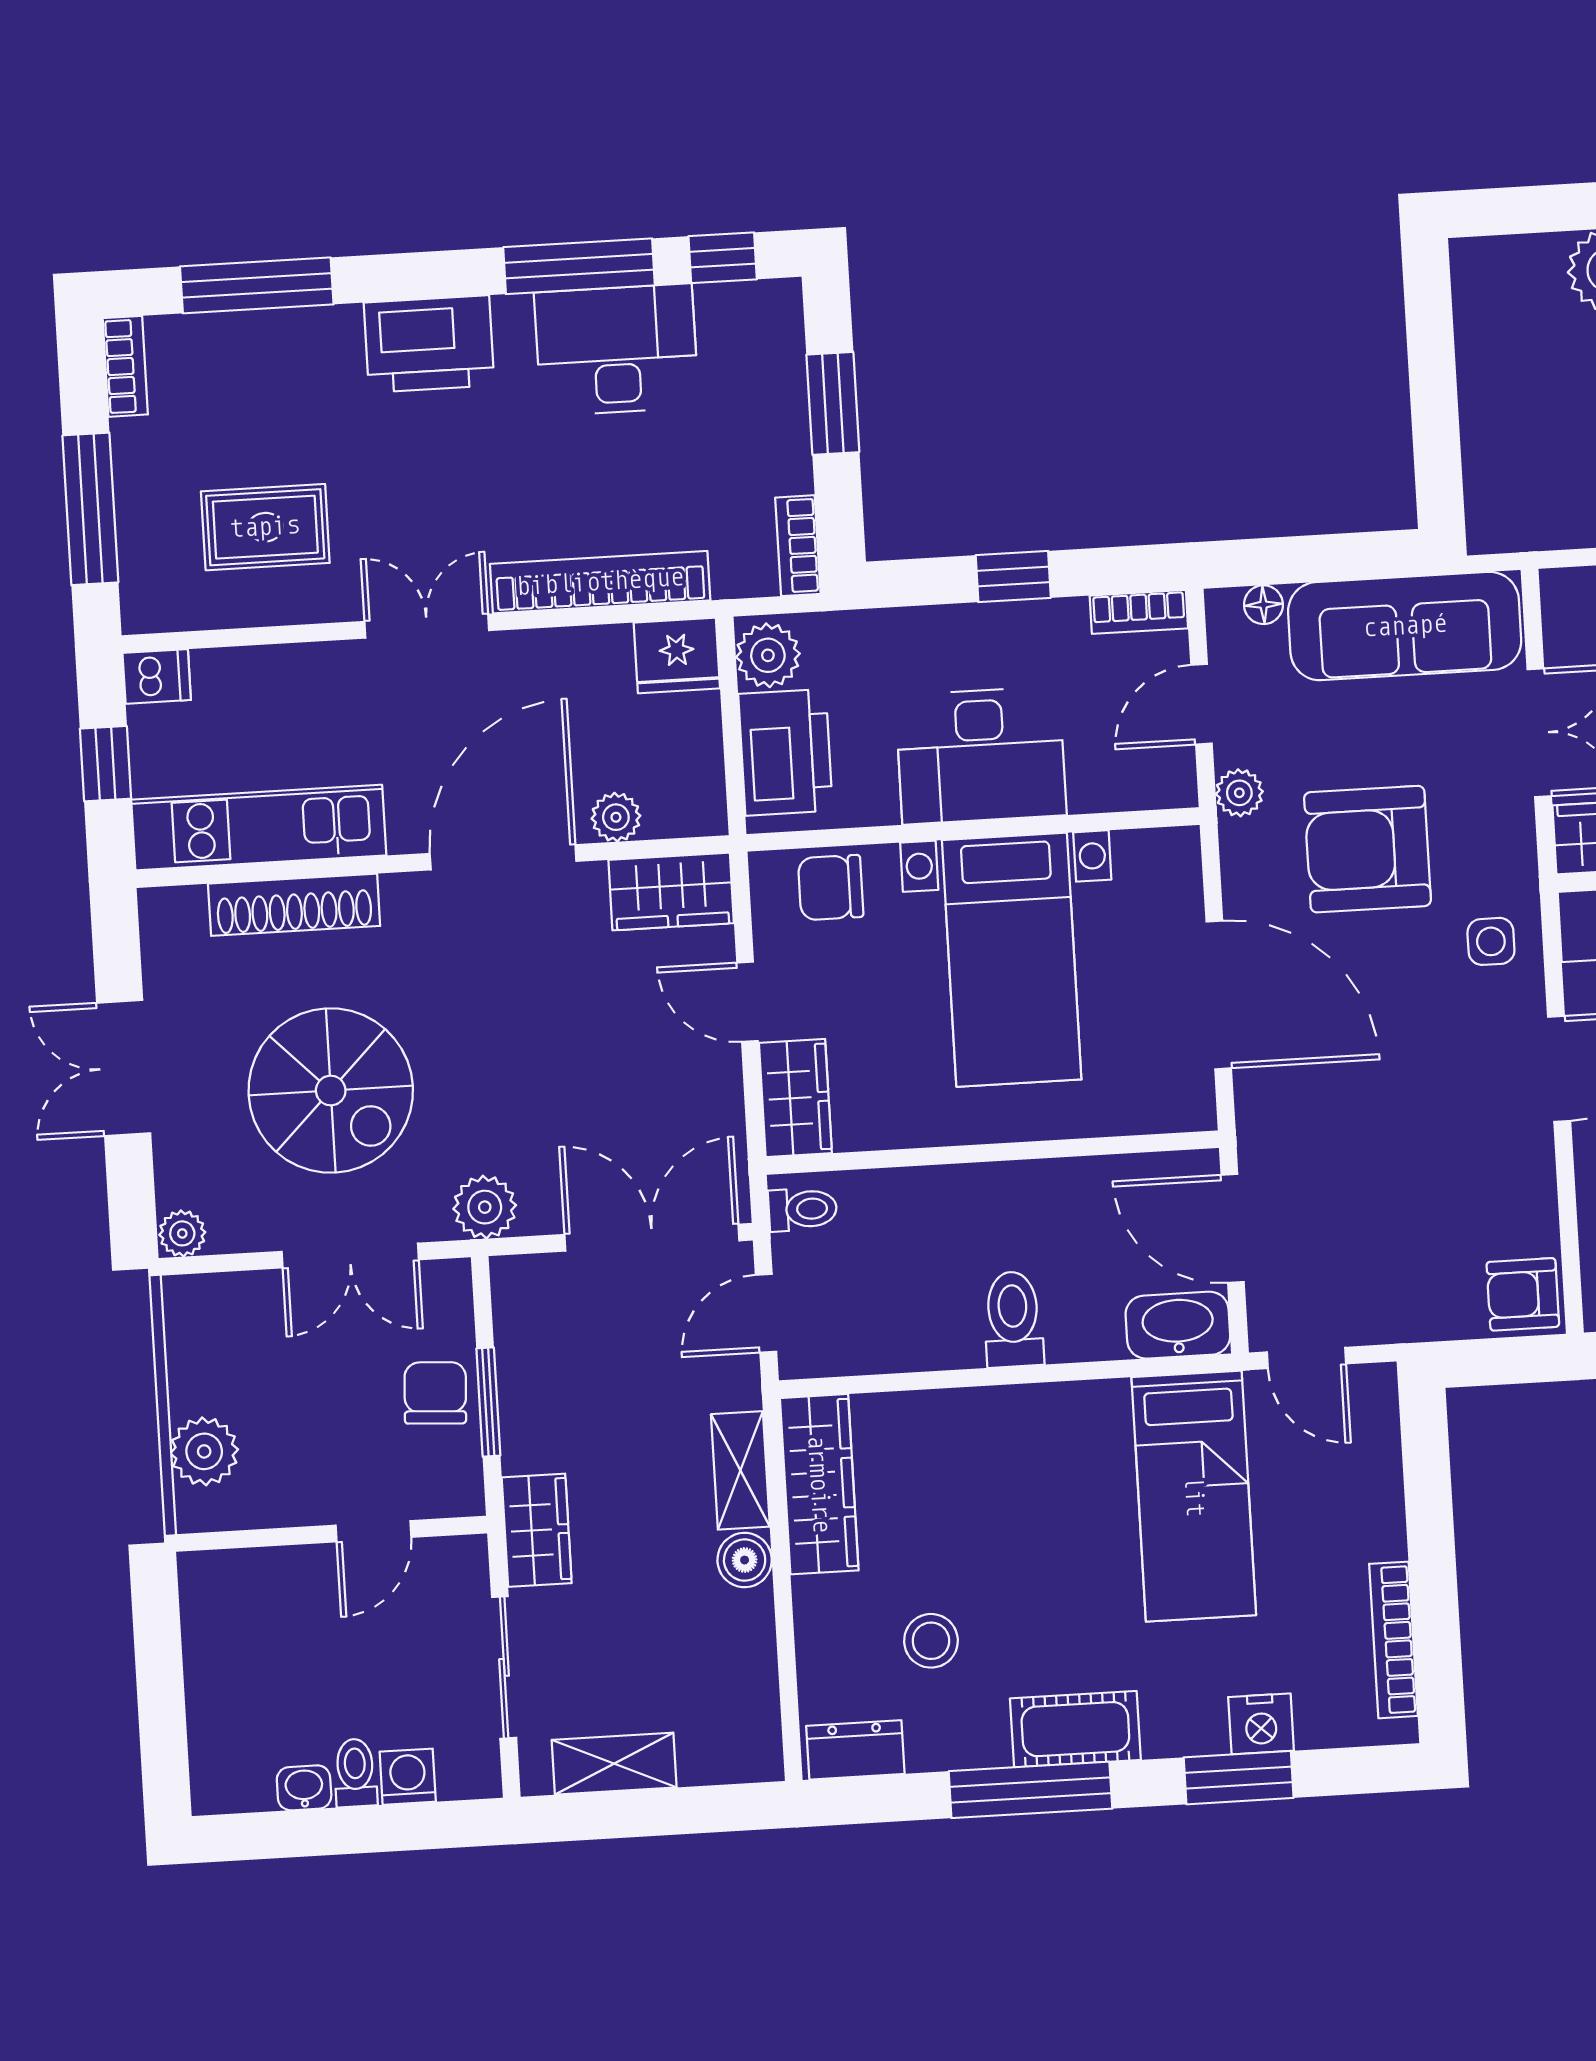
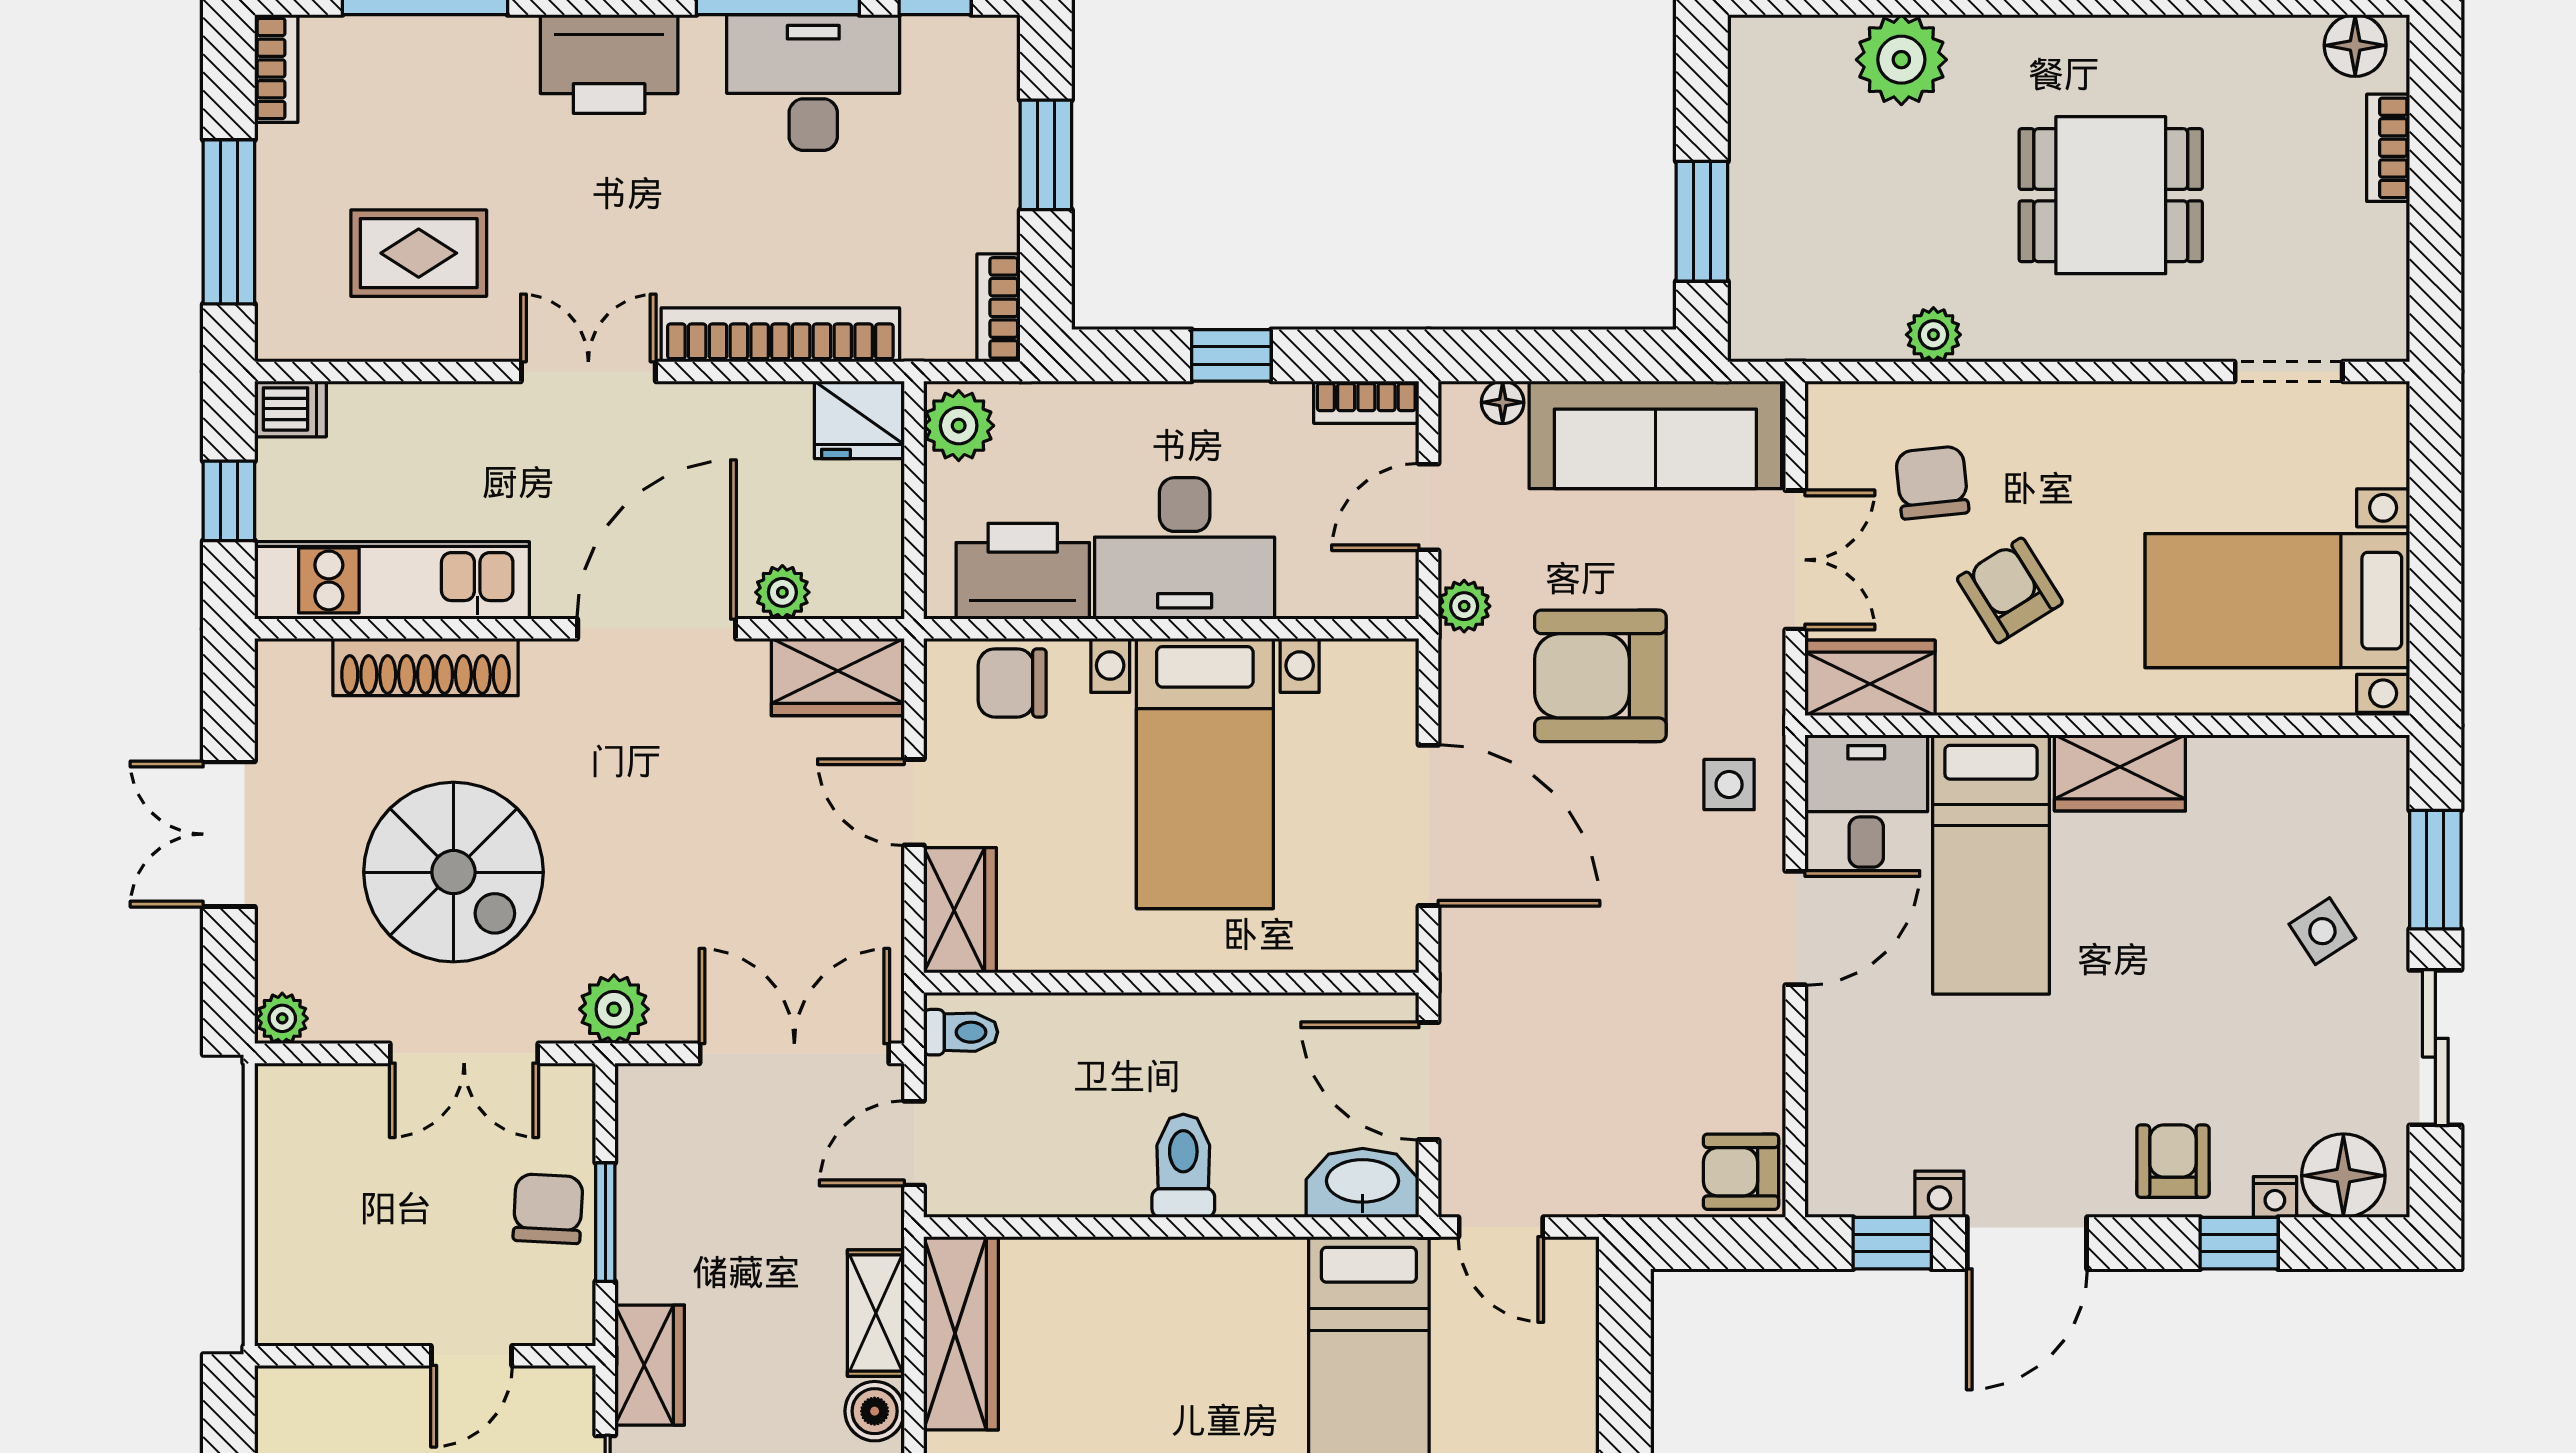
window: (1436, 428) -> (1702, 221), added
printer: (785, 752) -> (1023, 571), moved, turned -90
plant: (204, 1451) -> (292, 1258), removed

